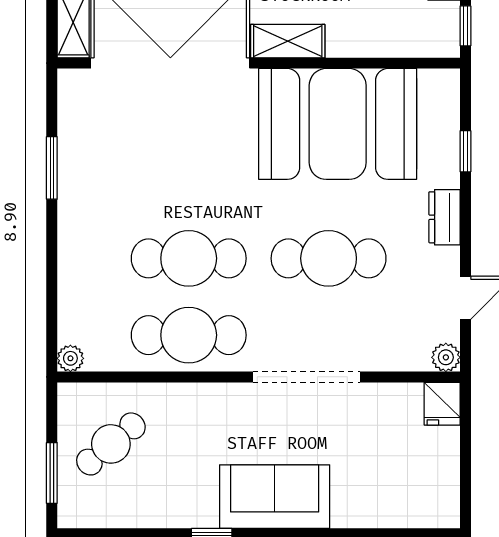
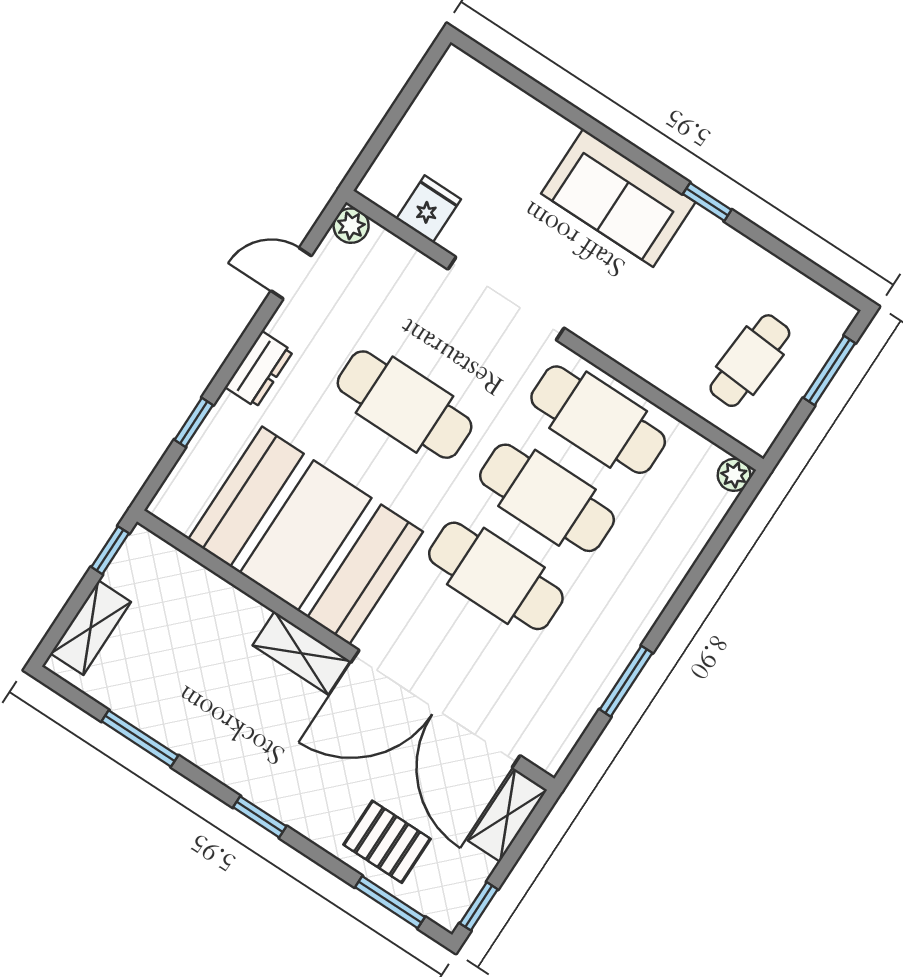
cafe table: (189, 182) -> (496, 576), added
fridge: (442, 404) -> (429, 209), moved
cafe table: (111, 444) -> (750, 361), turned -46

